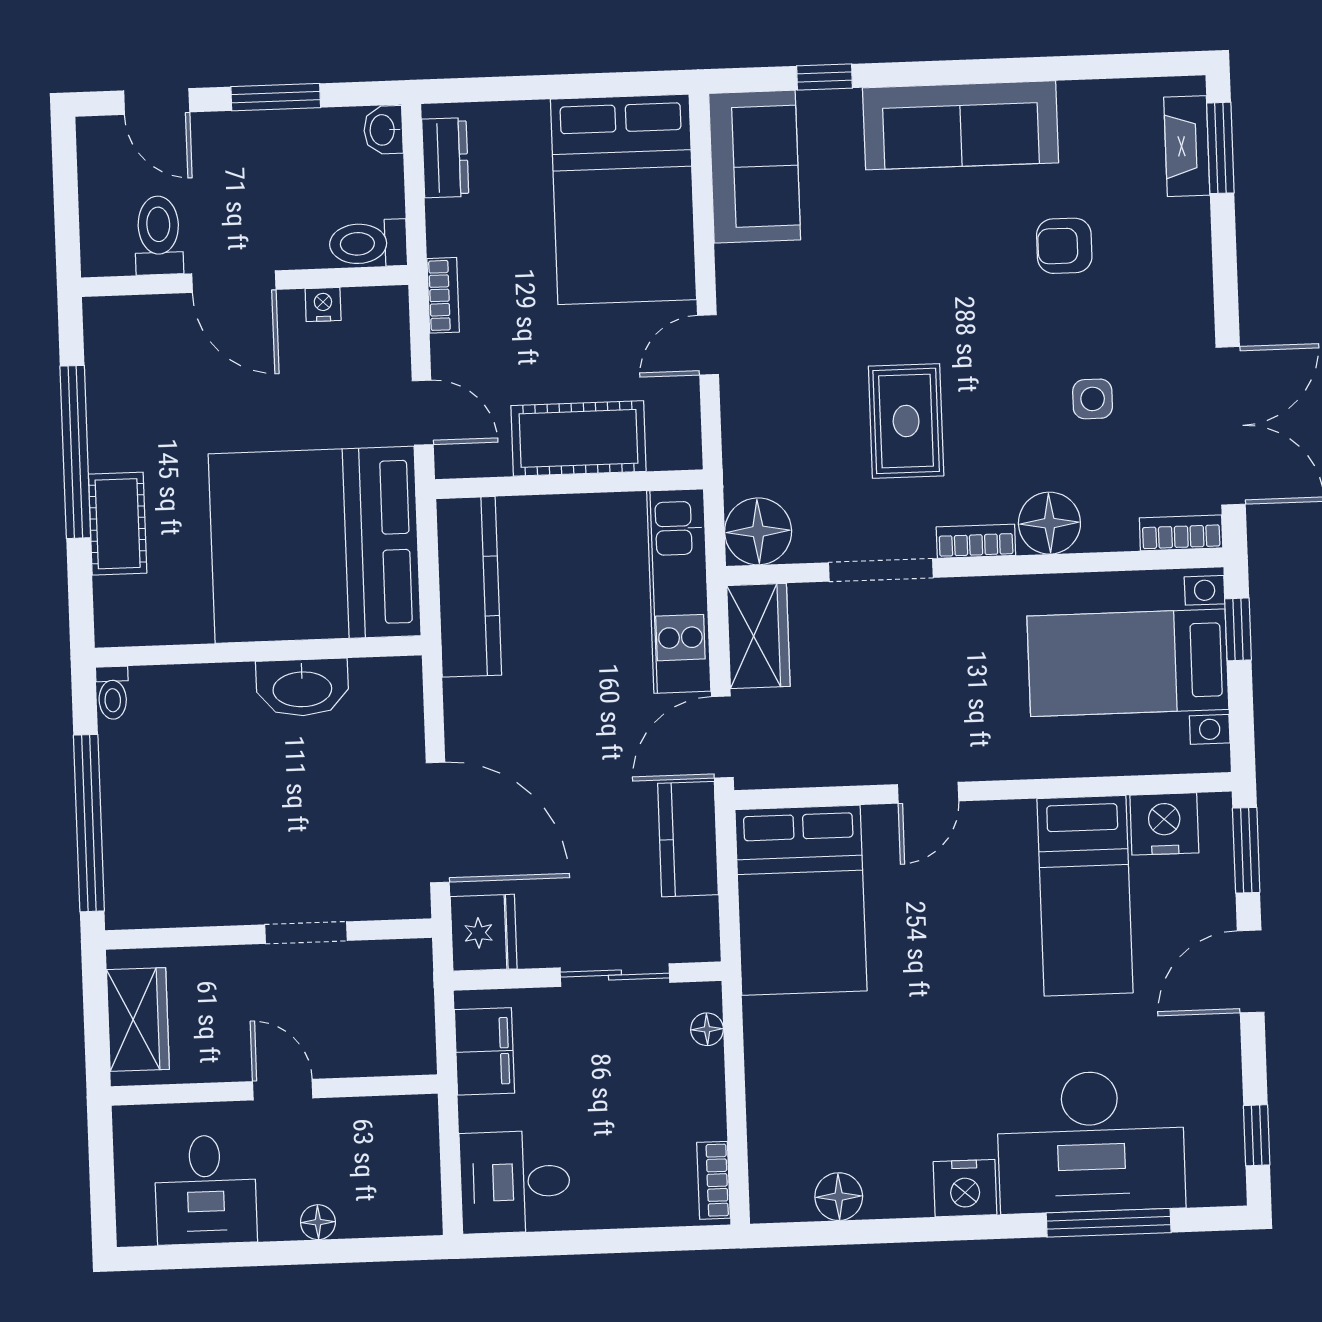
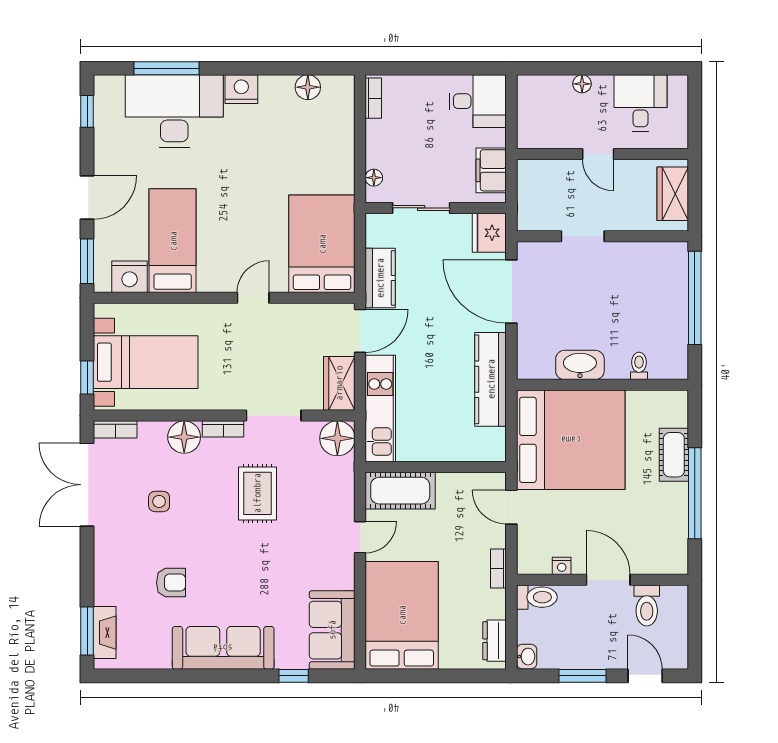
cot: (579, 438) -> (400, 491), moved
kitchen counter: (469, 587) -> (491, 379), moved
toilet: (112, 693) -> (639, 366), moved

